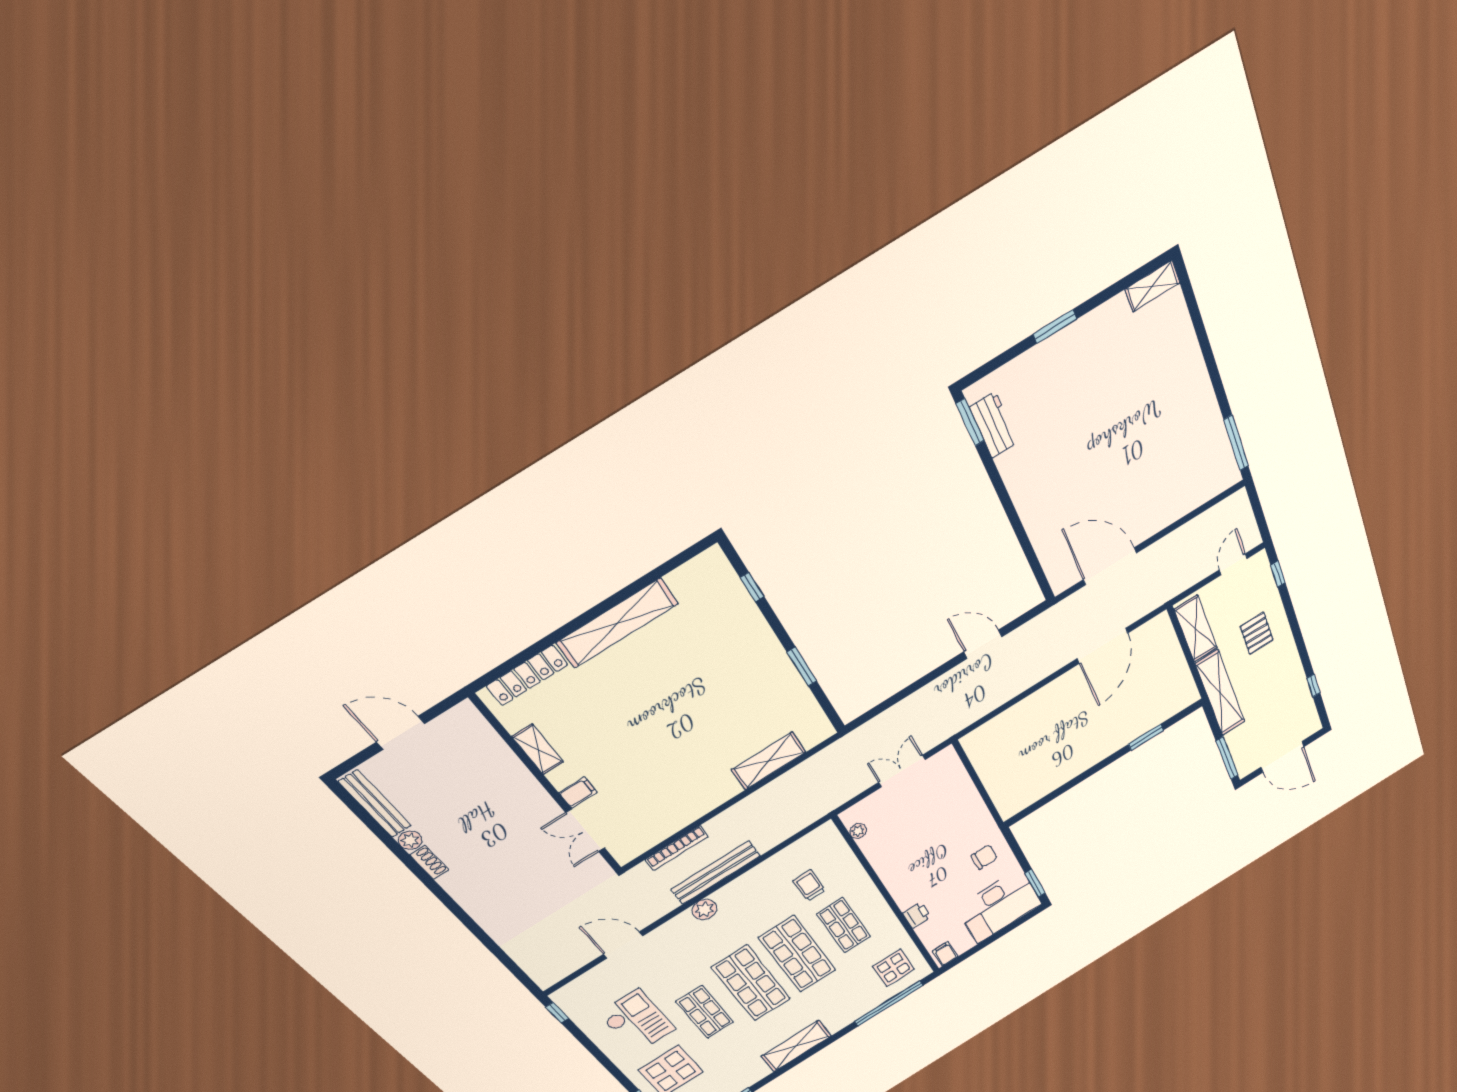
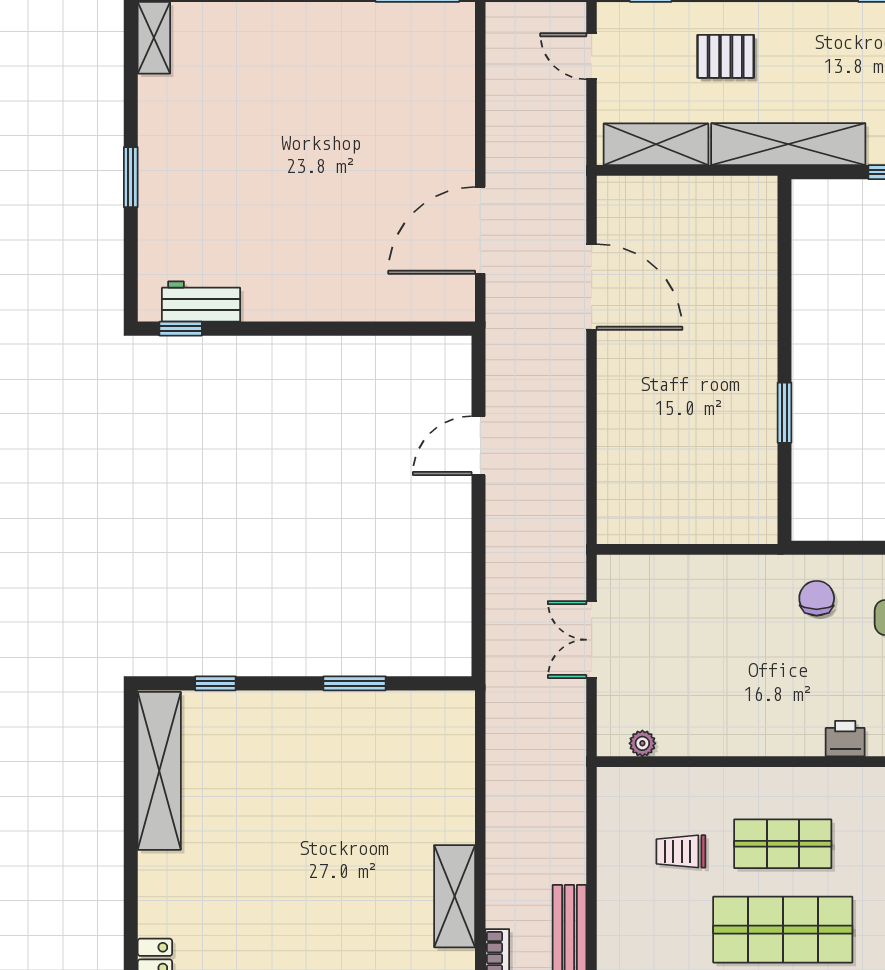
window: (970, 422) -> (181, 329), width x0.67
shelving: (617, 623) -> (159, 771), moved
window: (1146, 737) -> (784, 413), moved
shelving: (769, 761) -> (455, 896), moved

